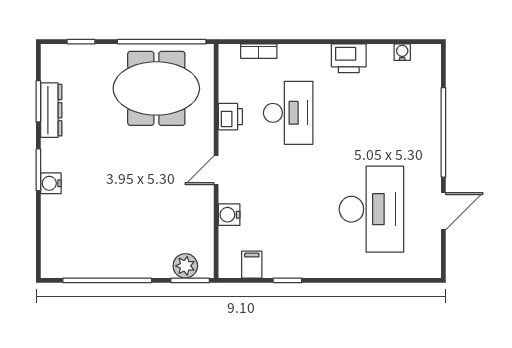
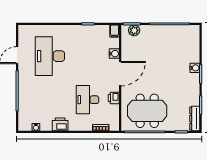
dresser: (51, 110) -> (195, 119), moved
door: (216, 170) -> (120, 74), width x1.87
filing cabinet: (252, 265) -> (115, 31), moved

